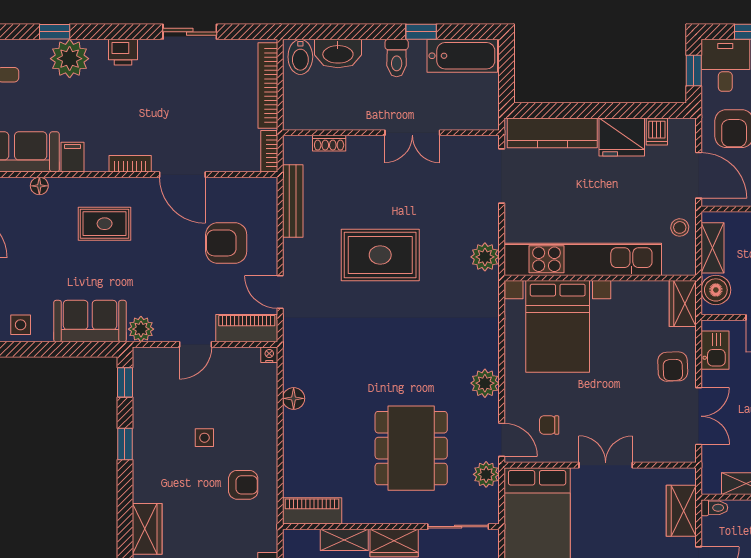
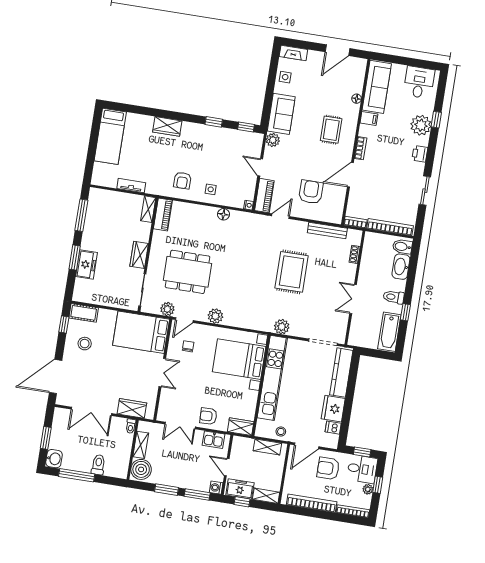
boiler: (716, 290) -> (245, 445), removed
side table: (204, 438) -> (211, 189), moved
shelving: (344, 540) -> (148, 209), moved

